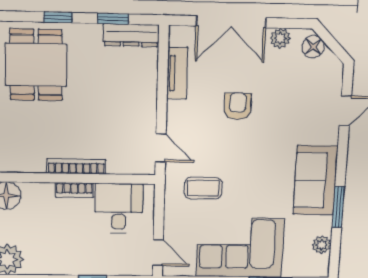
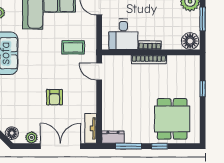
window: (113, 19) -> (128, 146), width x1.50
dresser: (131, 35) -> (113, 137), width x0.70
tv unit: (177, 73) -> (91, 128), moved

